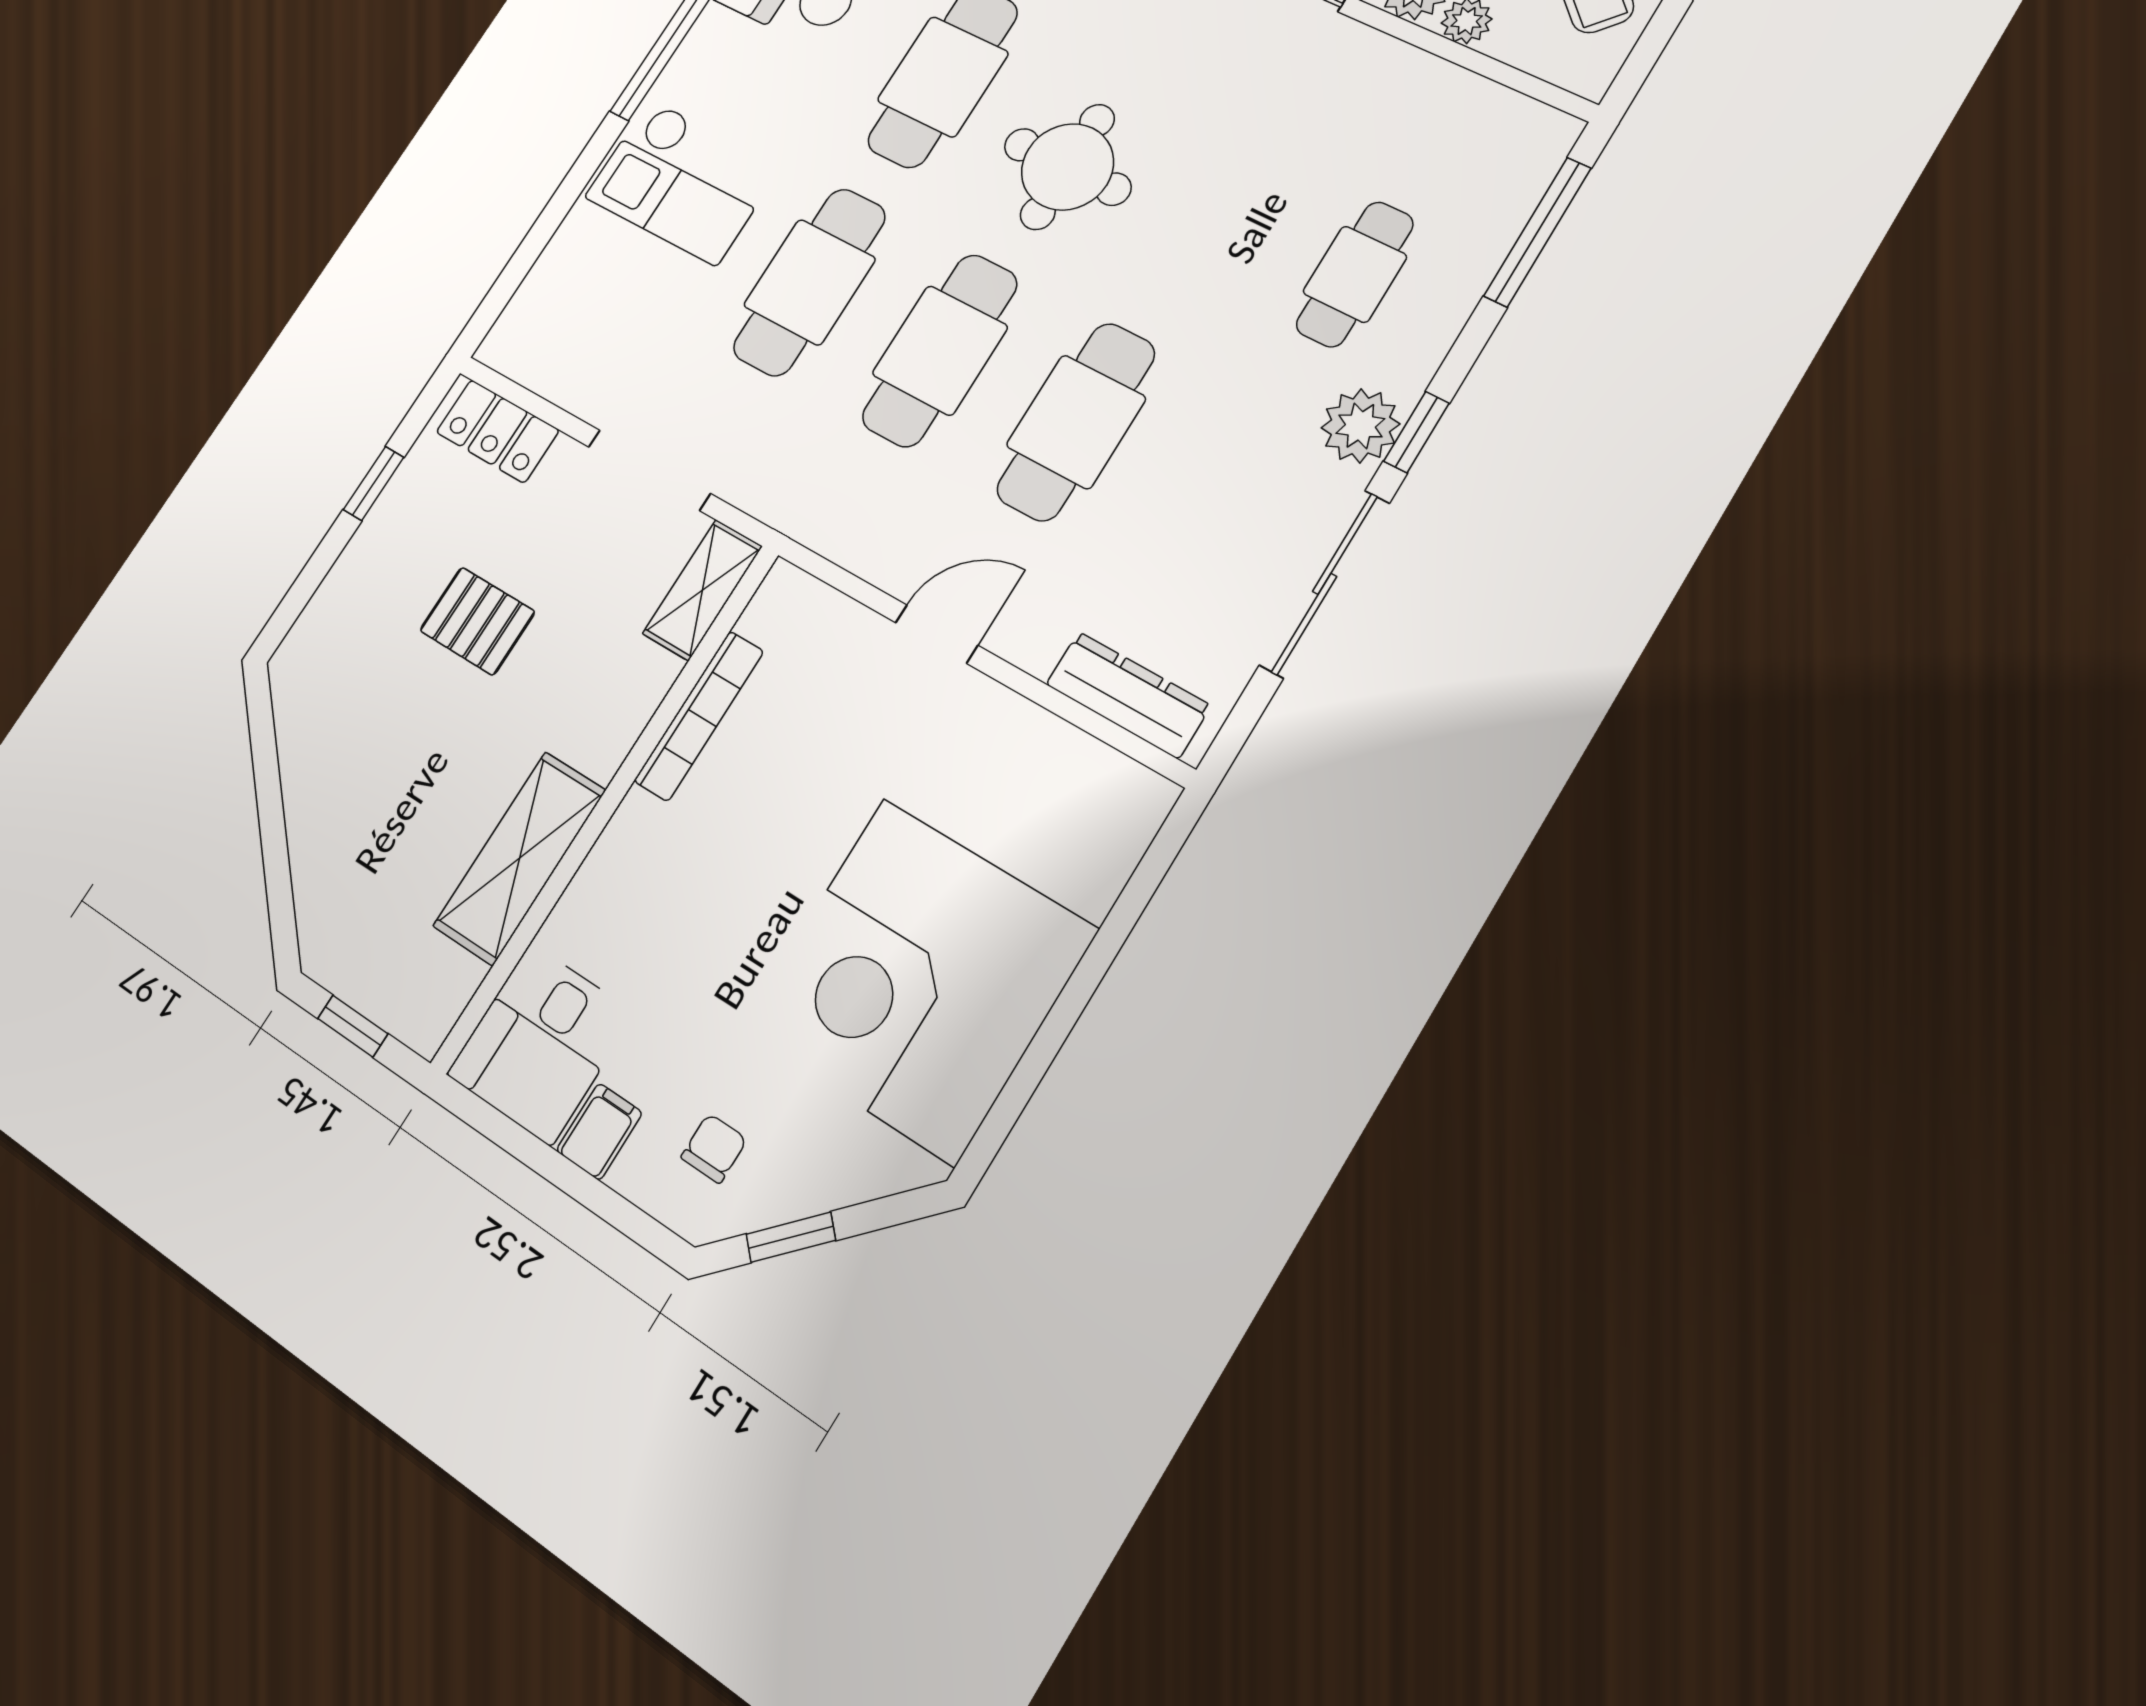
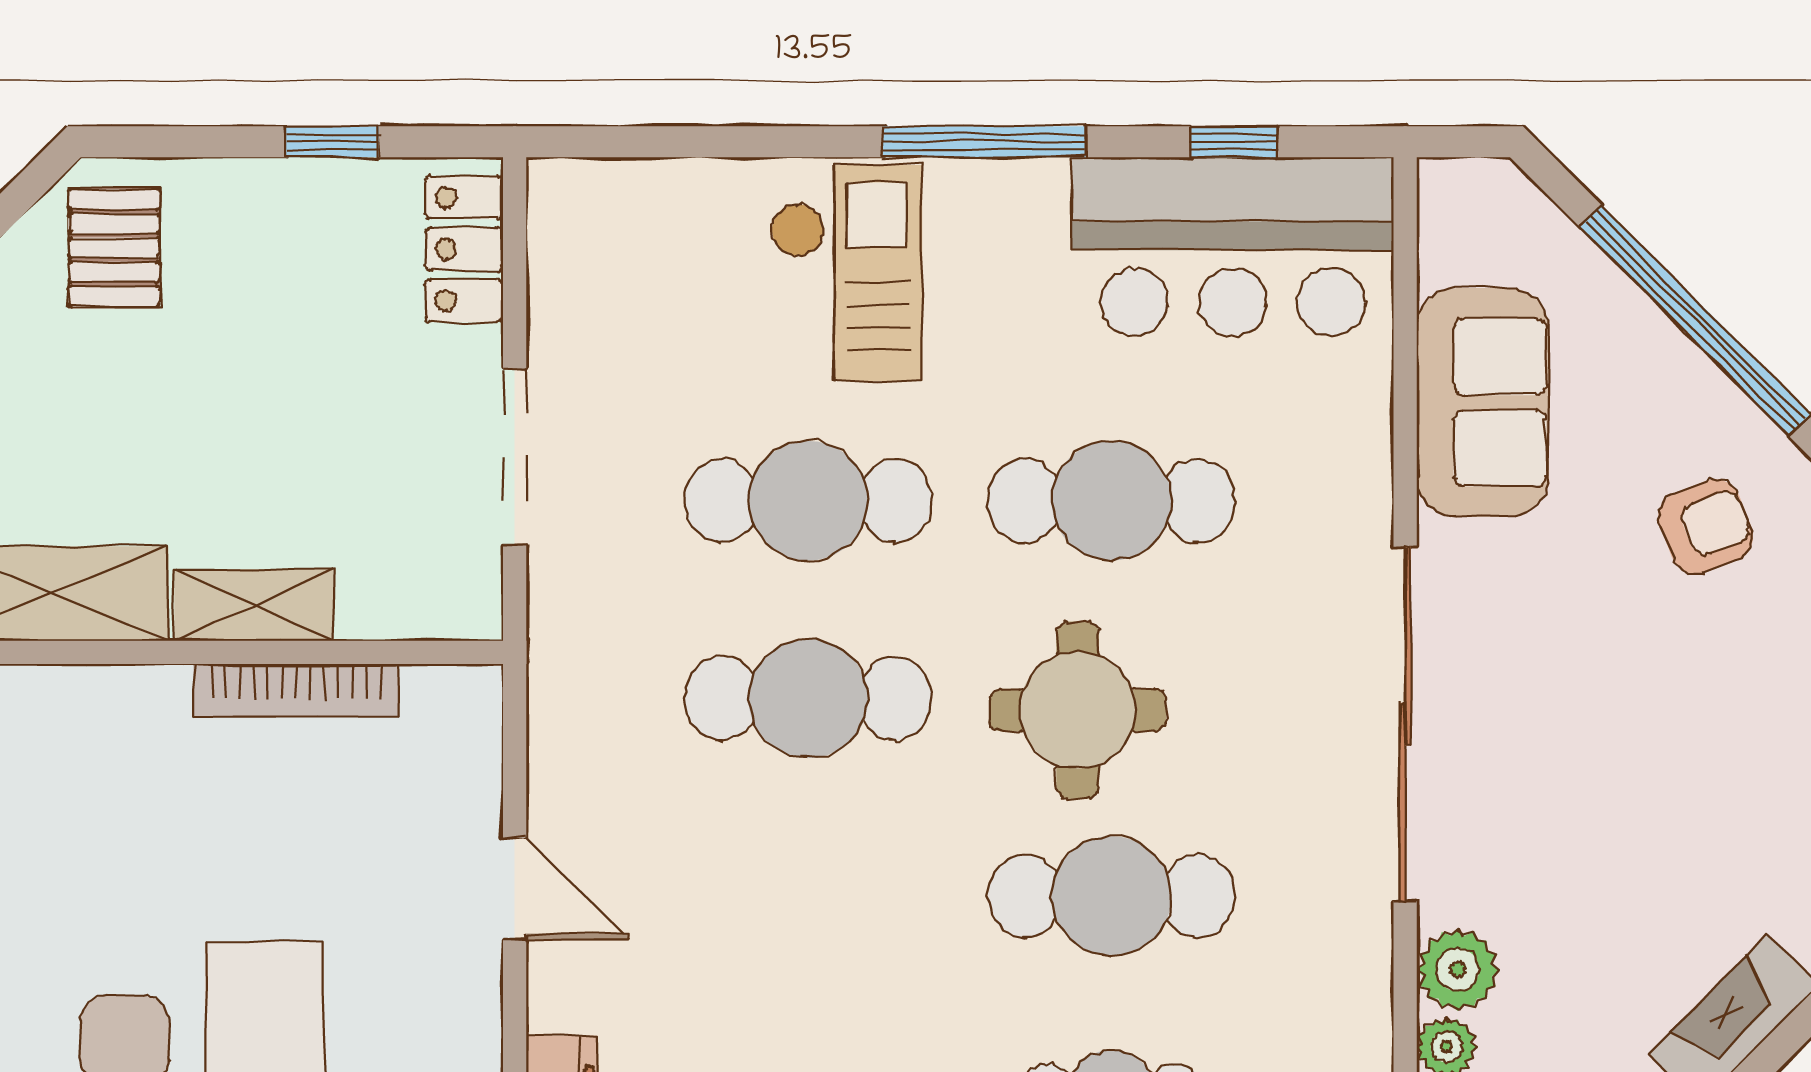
checkout: (683, 182) -> (846, 273), turned 180
cafe table: (1076, 422) -> (1111, 896), moved
shelving: (702, 590) -> (254, 605), moved
pallet: (477, 621) -> (114, 248), moved

